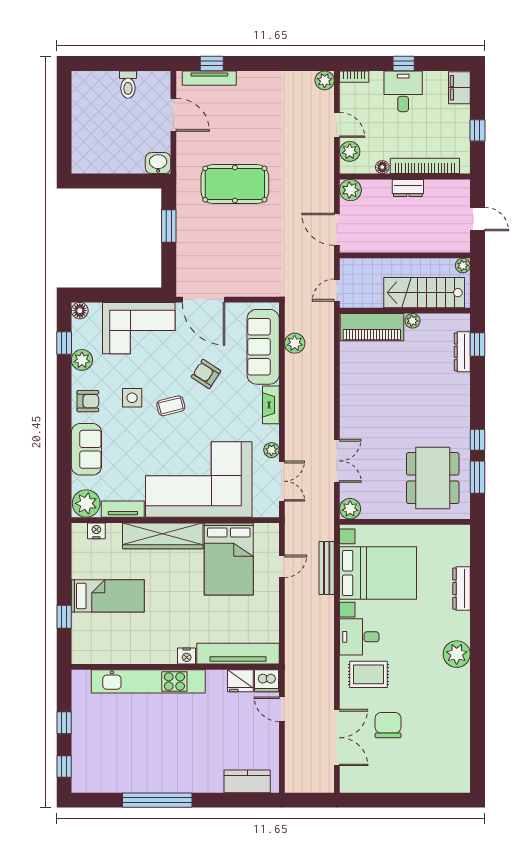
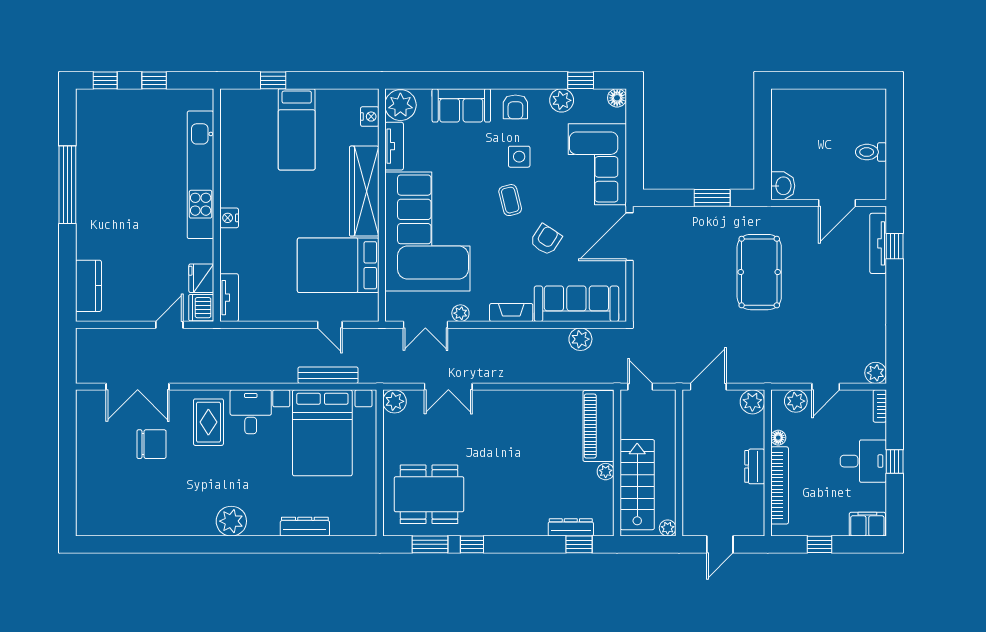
tv unit: (238, 654) -> (229, 298), width x0.52, depth x0.78

